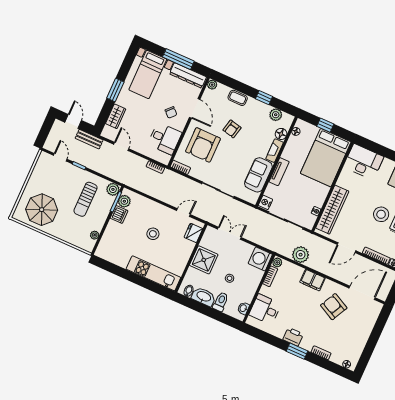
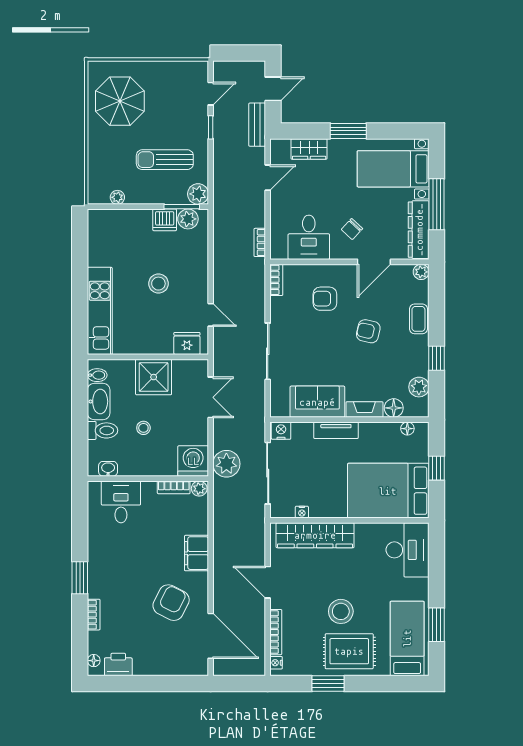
armchair: (203, 145) -> (325, 299), width x0.53, depth x0.53
plant: (301, 255) -> (226, 464), moved
printer: (293, 337) -> (118, 665), moved, turned -90

